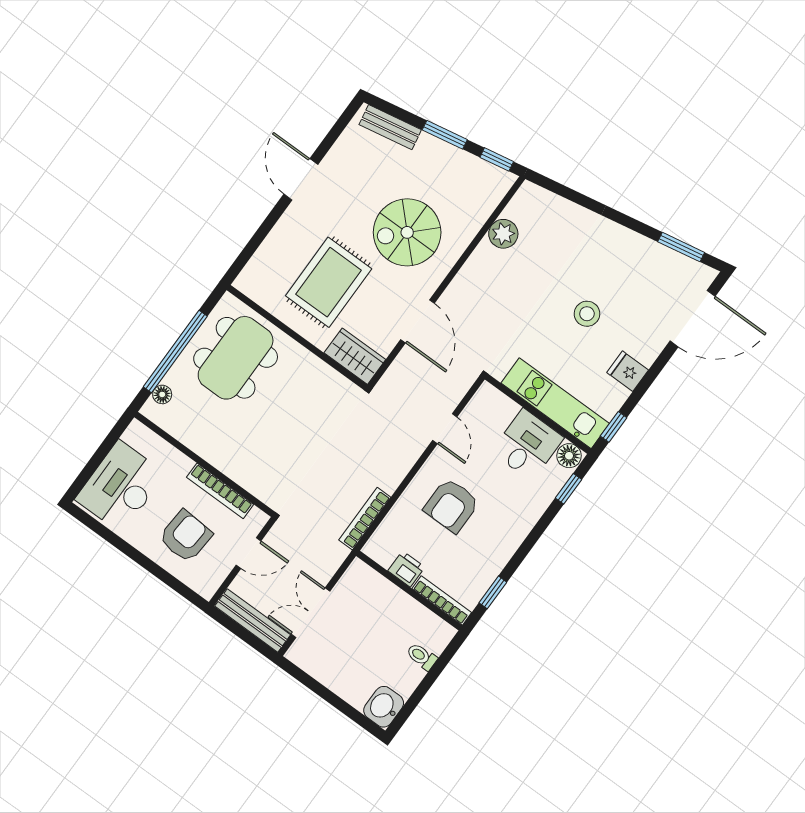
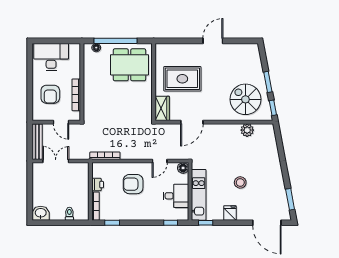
bench: (390, 127) -> (256, 60), removed
spiral stairs: (407, 232) -> (245, 99), moved
floor lamp: (569, 456) -> (183, 168), moved
armchair: (186, 536) -> (50, 94), turned 86

